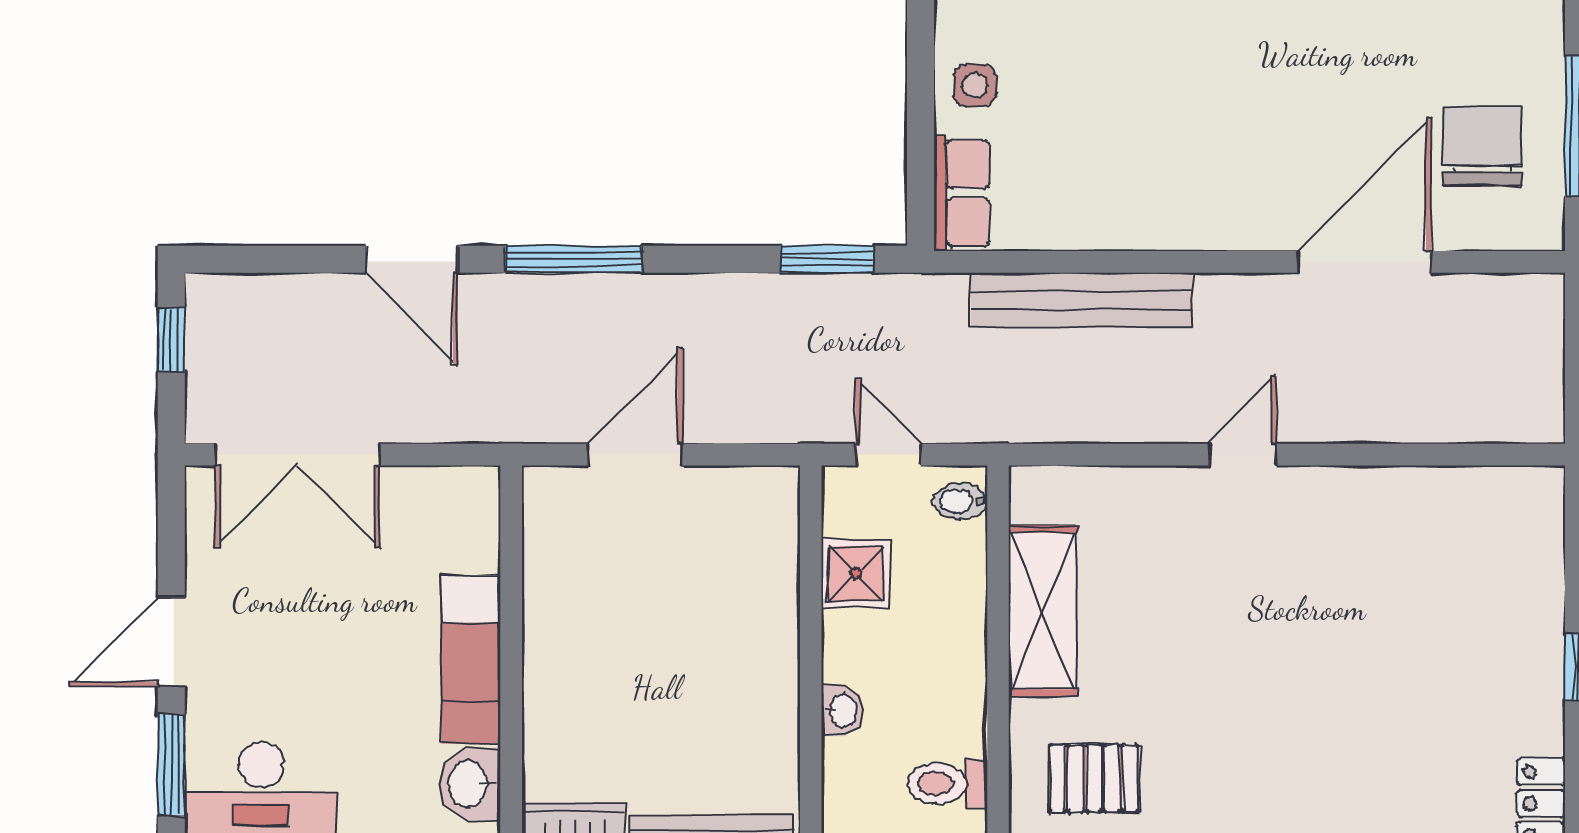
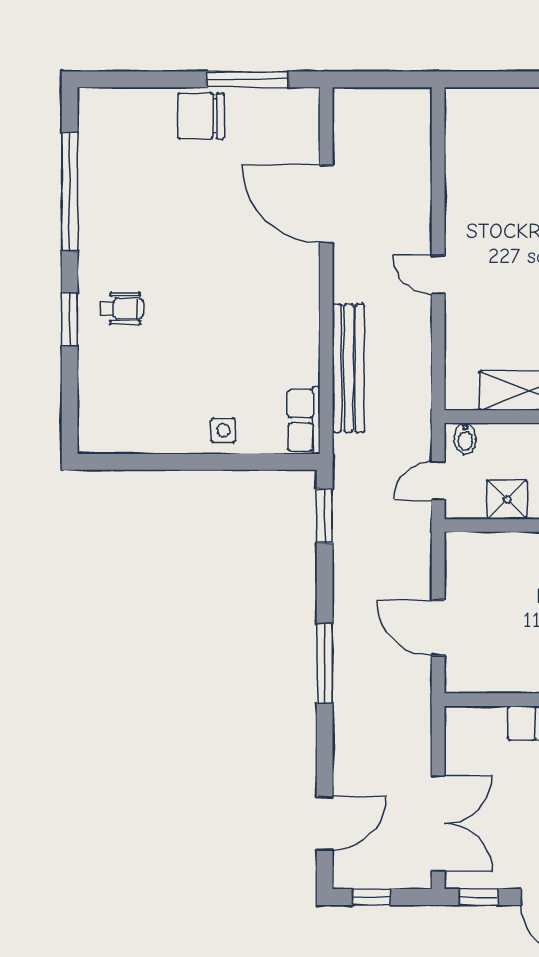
chair: (1482, 146) -> (201, 116), moved
row of seats: (962, 193) -> (304, 420), moved, turned -90
door: (412, 259) -> (325, 823), moved
window: (171, 524) -> (479, 897), added

